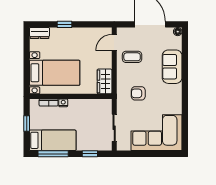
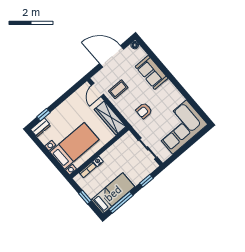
window: (65, 24) -> (43, 115), moved
wardrobe: (105, 81) -> (110, 118), width x1.50

